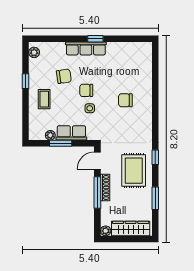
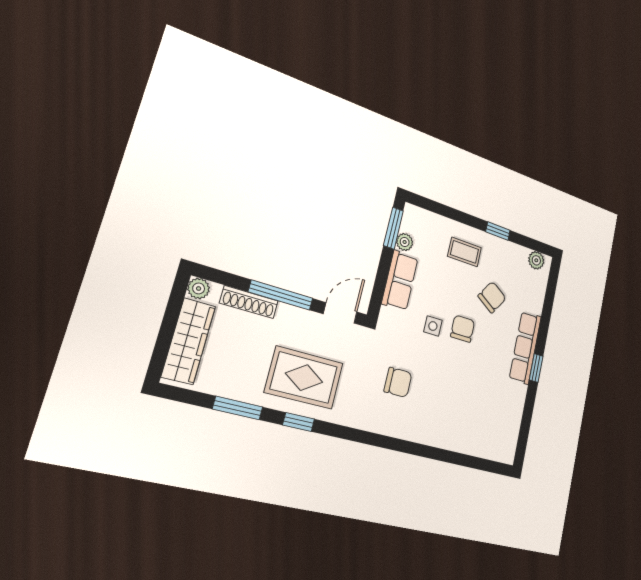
chair: (64, 76) -> (492, 297), turned -139
chair: (125, 100) -> (398, 382), moved, turned 90
window: (61, 143) -> (393, 228), moved
window: (155, 157) -> (299, 422), moved
door: (97, 161) -> (340, 313), hinge flipped
shoe rack: (105, 187) -> (249, 302), moved

